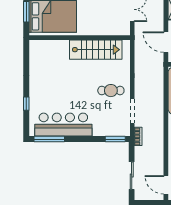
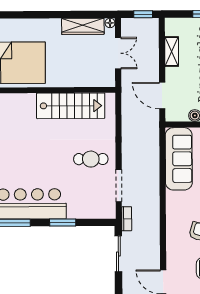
window: (115, 139) -> (63, 223), moved
sliding door: (132, 176) -> (118, 254), moved

